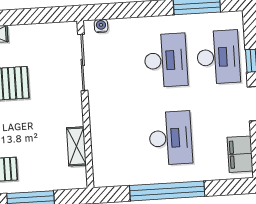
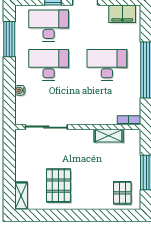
water cooler: (101, 26) -> (20, 90), moved
bookcase: (99, 172) -> (129, 120), added

